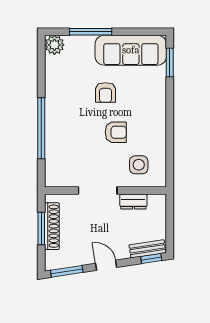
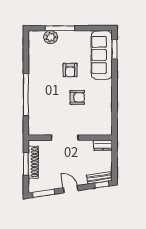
plant: (54, 45) -> (51, 37), moved
sofa: (131, 50) -> (102, 55), moved, turned 90
side table: (139, 165) -> (93, 120), removed
dresser: (133, 202) -> (103, 145), moved

